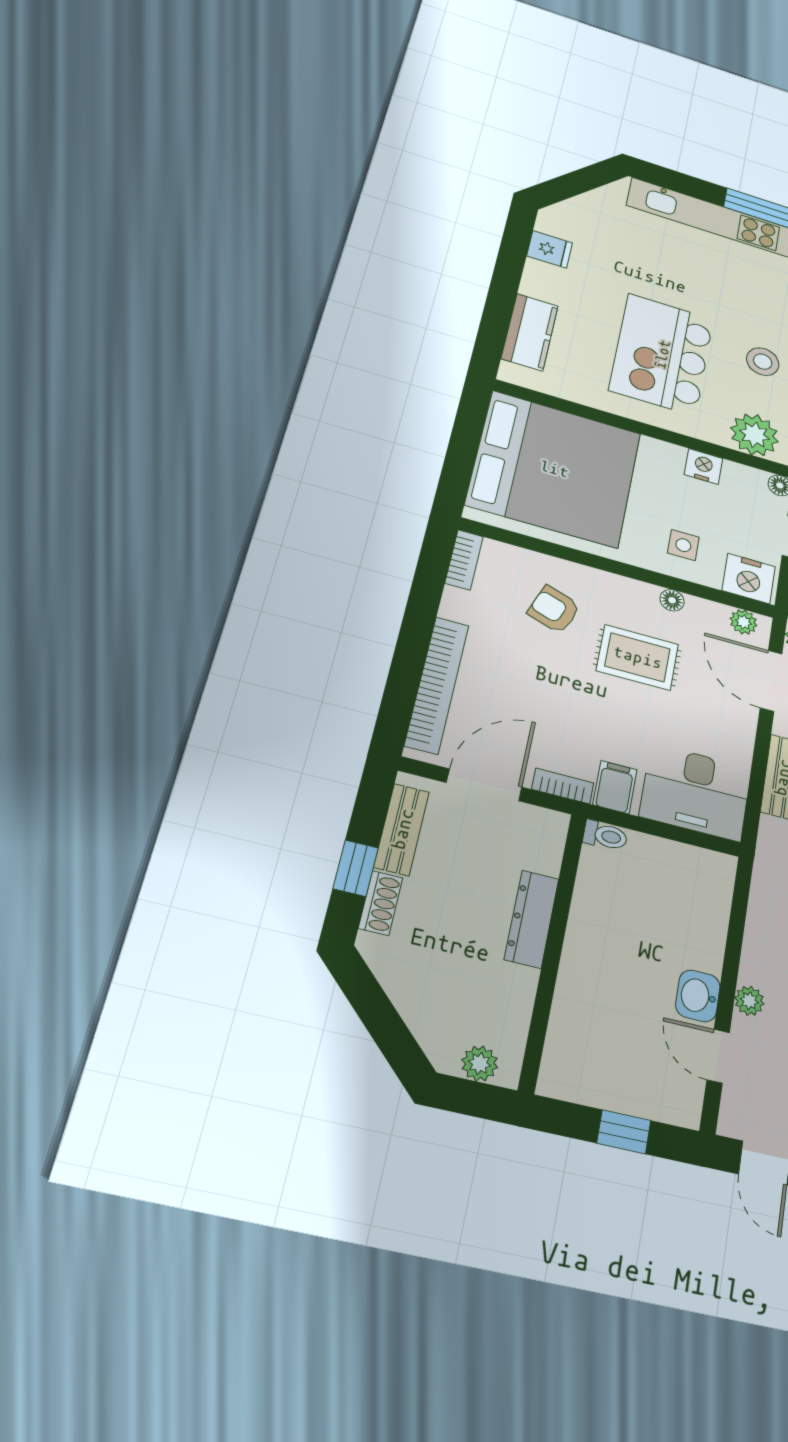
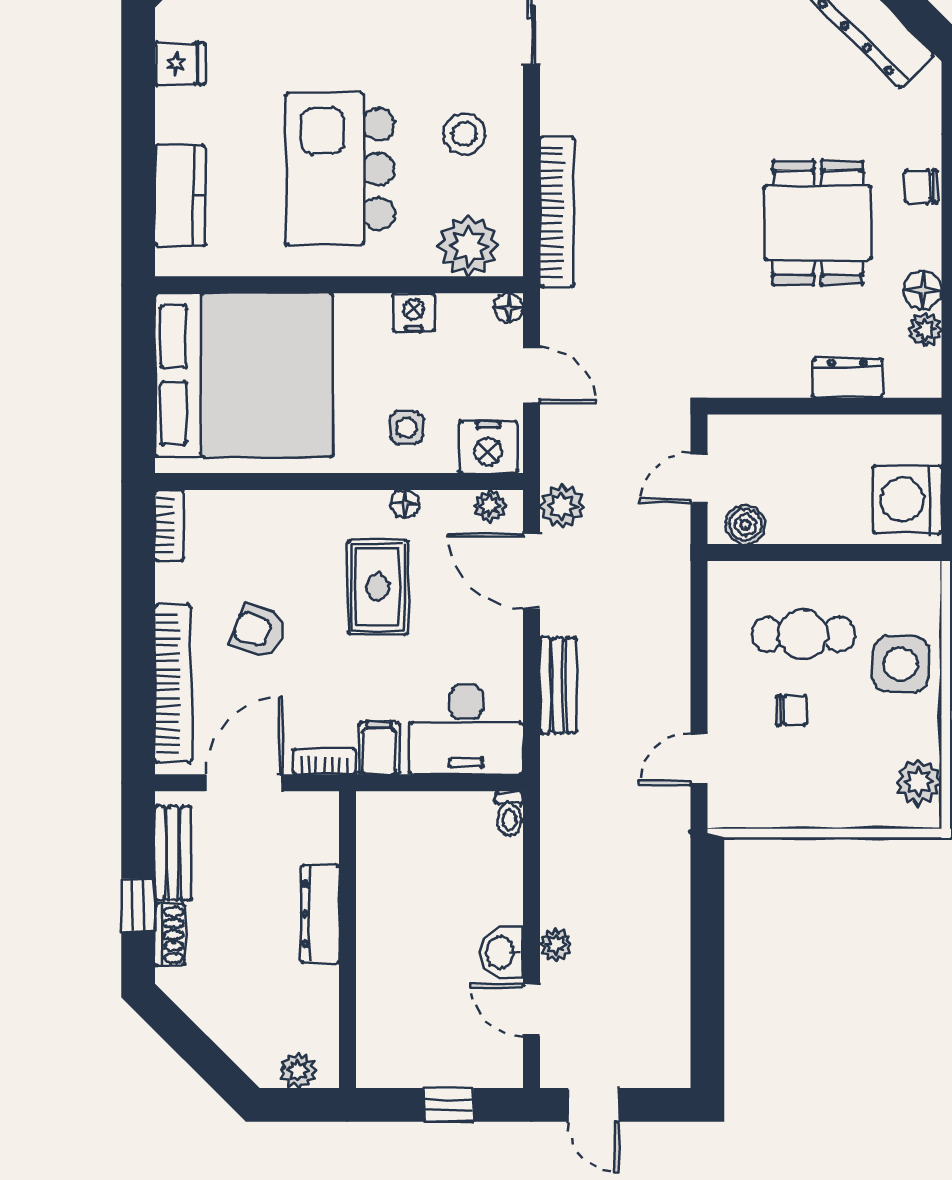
armchair: (554, 610) -> (258, 631), moved
rug: (638, 657) -> (378, 587), turned 90
toilet: (605, 836) -> (509, 814), moved, turned 90

